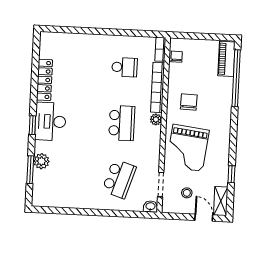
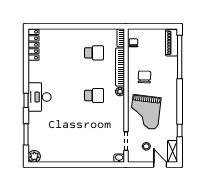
locker: (45, 80) -> (34, 45), moved
school desk: (122, 123) -> (94, 95), width x0.54
plant: (41, 161) -> (34, 156), moved
school desk: (119, 179) -> (94, 138), removed

